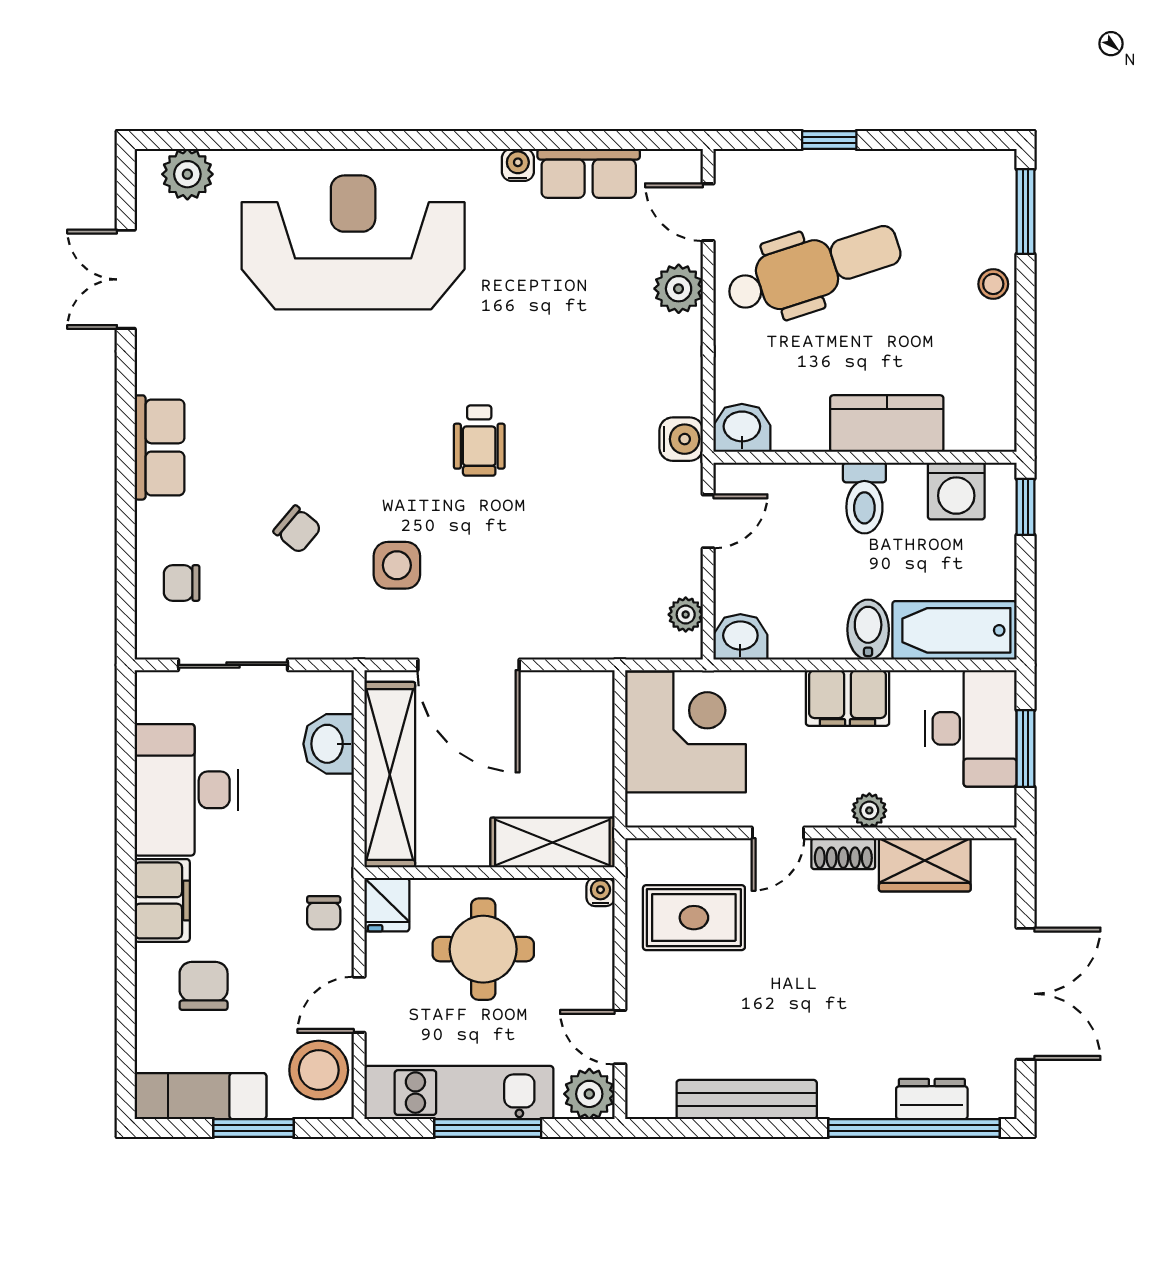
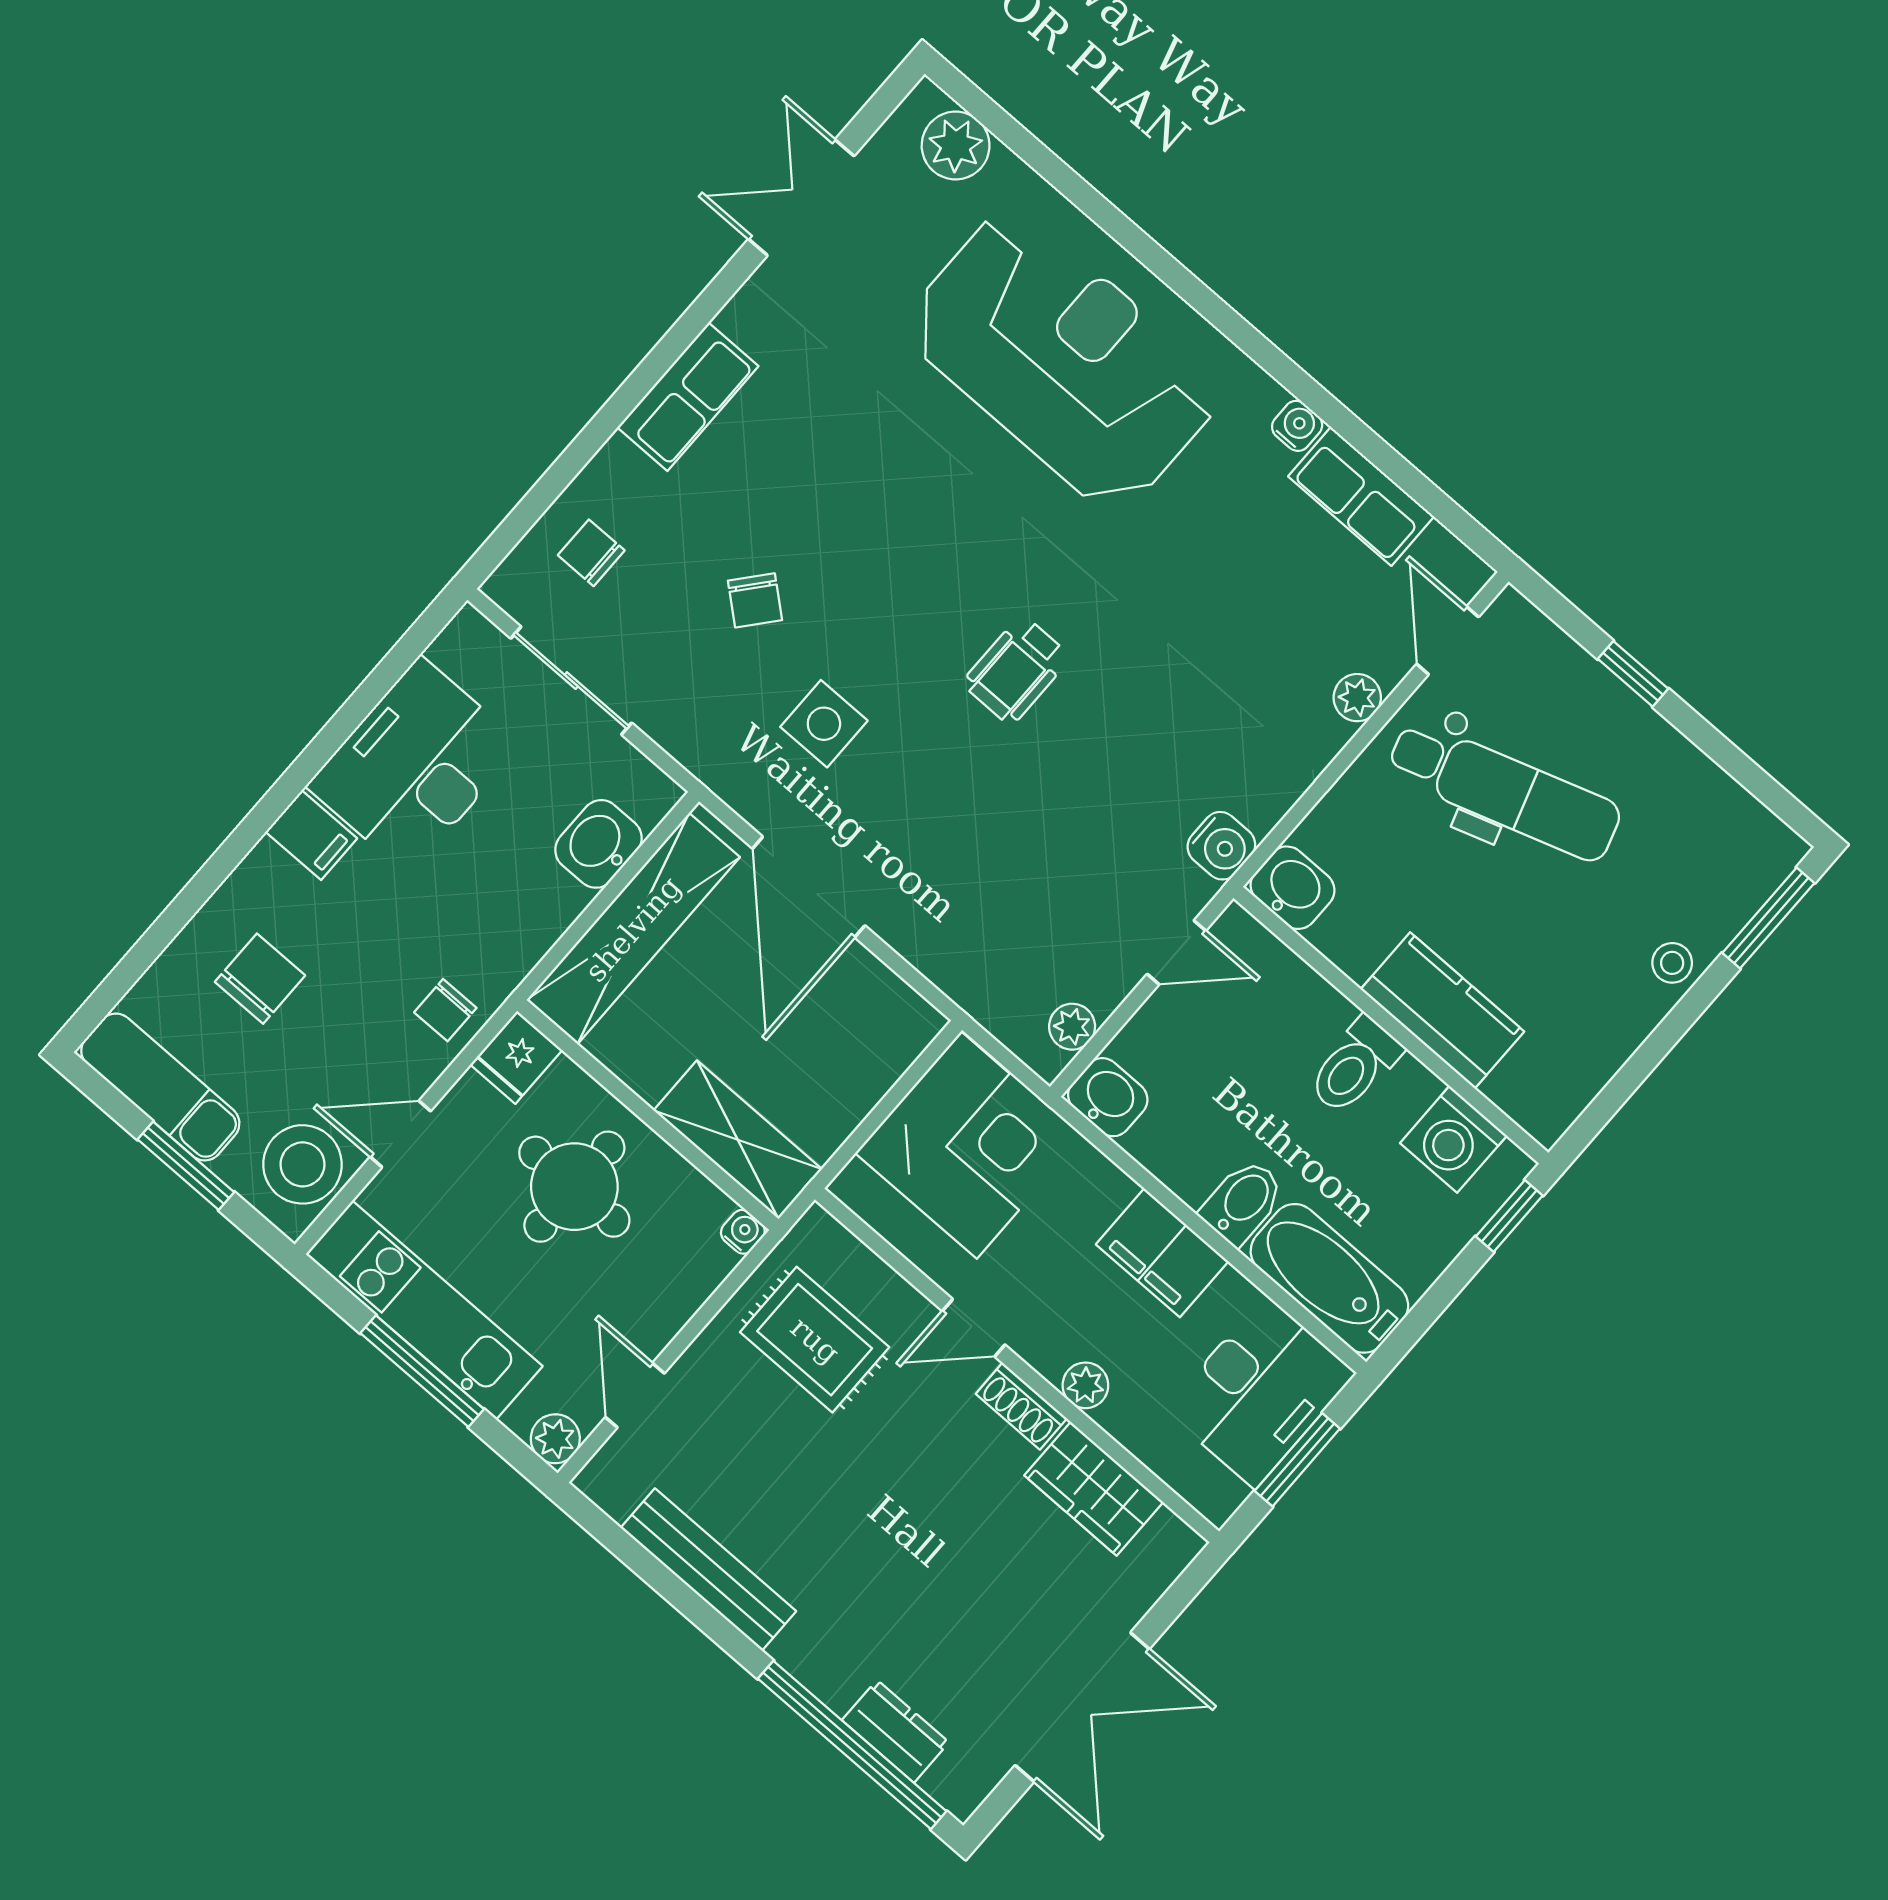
plant: (679, 289) -> (1357, 698), width x0.73, depth x0.73
filing cabinet: (162, 900) -> (311, 835), width x0.50
plant: (589, 1094) -> (555, 1439), width x0.73, depth x0.73

